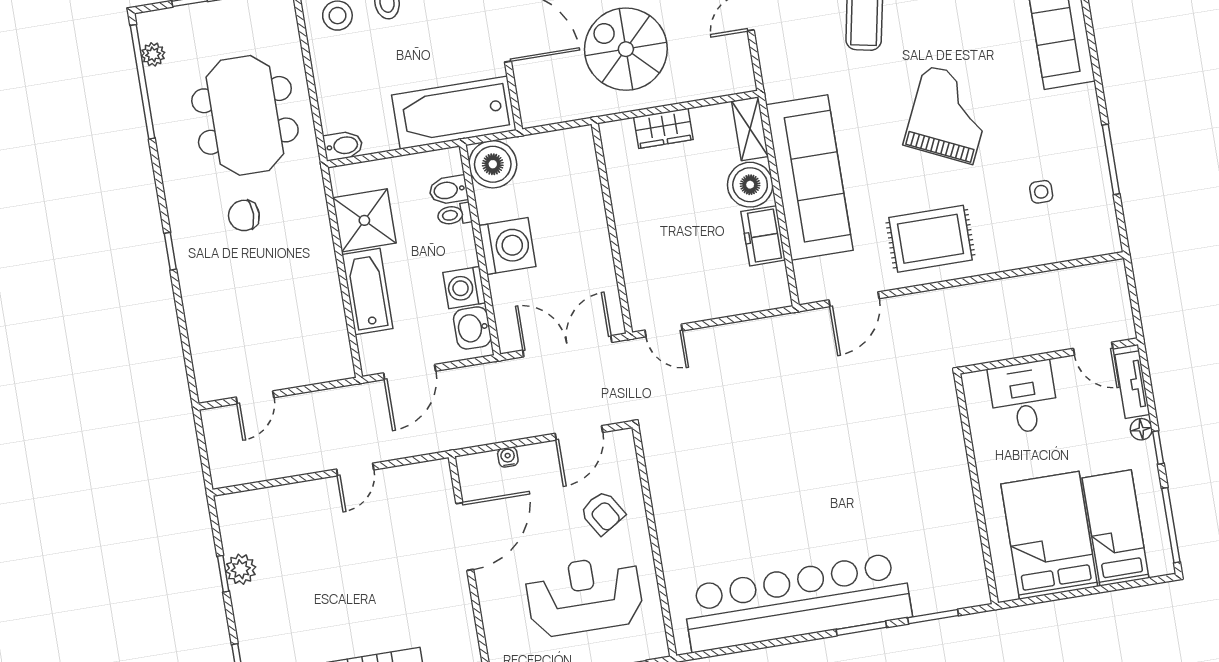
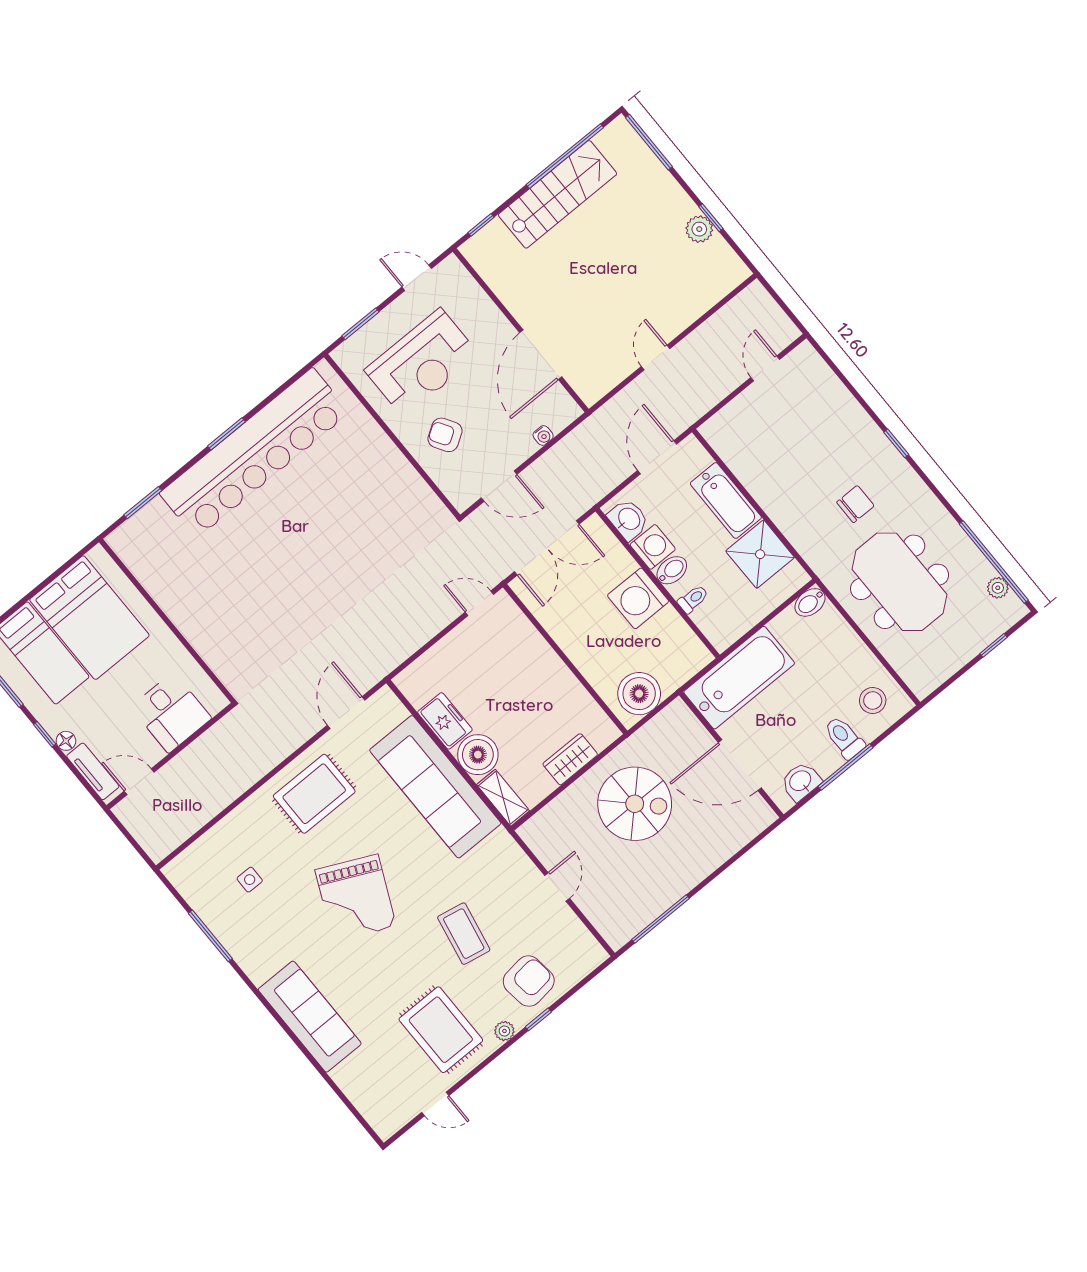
boiler: (493, 164) -> (639, 694), moved
bidet: (448, 190) -> (672, 570), moved
door: (579, 433) -> (499, 486), swing flipped
window: (861, 628) -> (226, 434), moved

